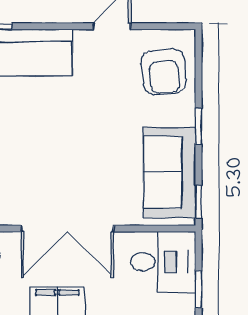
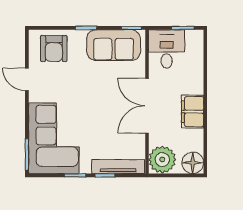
armchair: (164, 72) -> (54, 48), turned 96
double door: (67, 229) -> (147, 106), swing flipped

